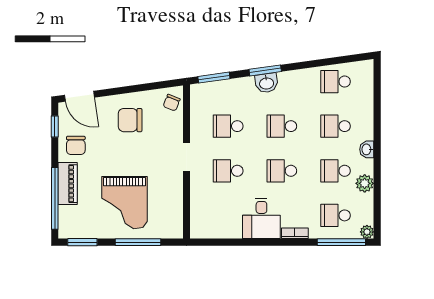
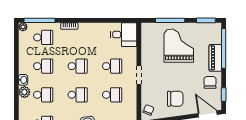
plant: (365, 183) -> (24, 92), moved
desk: (261, 218) -> (124, 35), moved, turned 90

